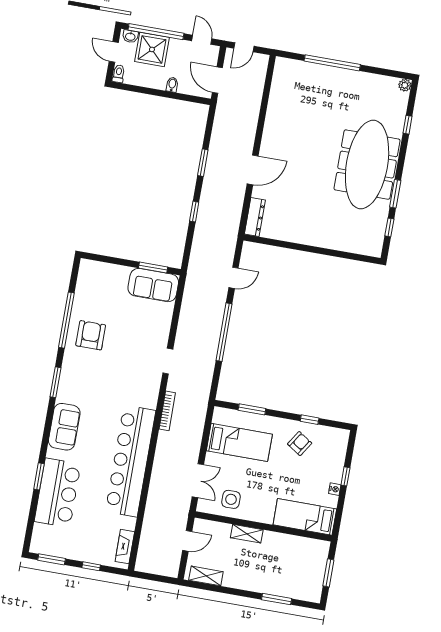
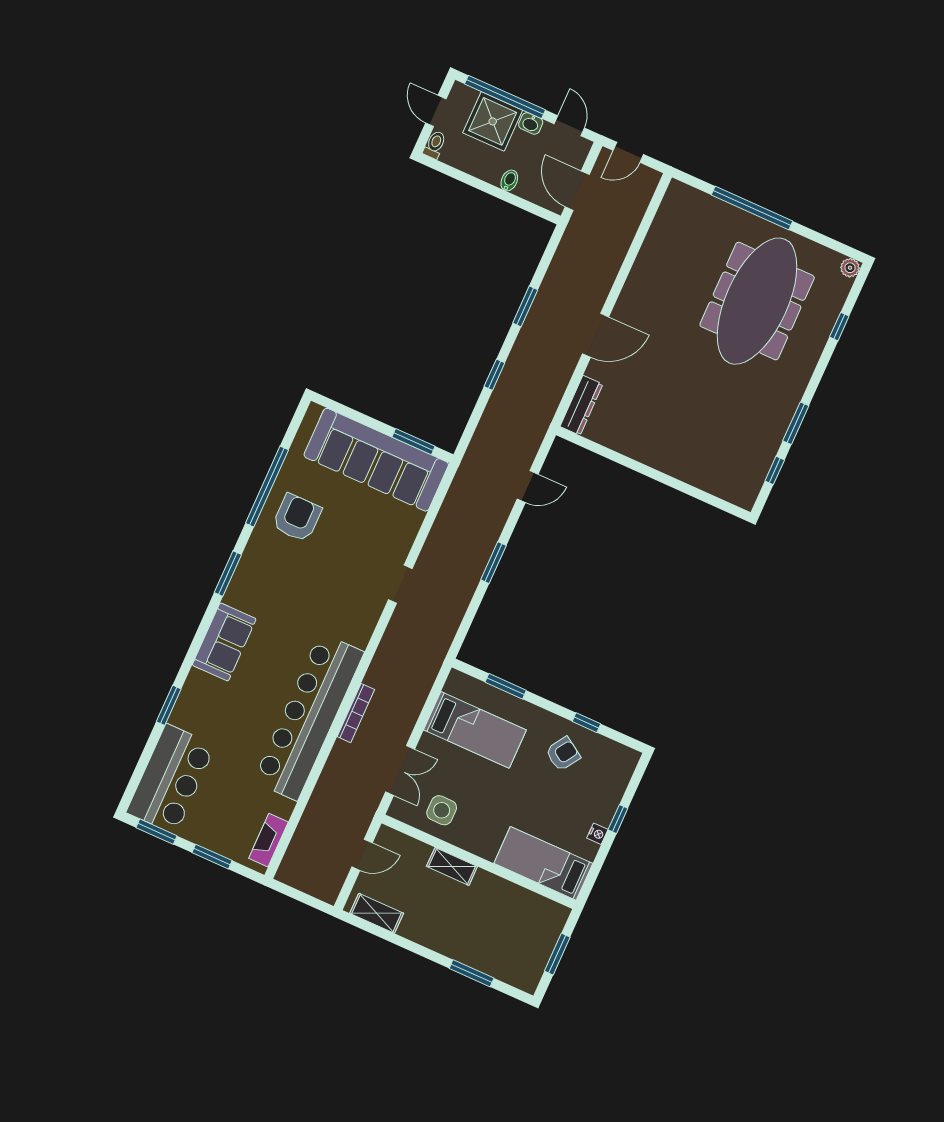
washbasin: (130, 36) -> (531, 123), moved
meeting table: (367, 165) -> (757, 301), moved
sofa: (153, 285) -> (376, 460), width x1.85, depth x1.27
window: (224, 332) -> (493, 563), width x0.47
bookcase: (167, 411) -> (356, 713), moved
bar counter: (58, 493) -> (171, 779), moved
window: (91, 566) -> (212, 857), width x1.50

